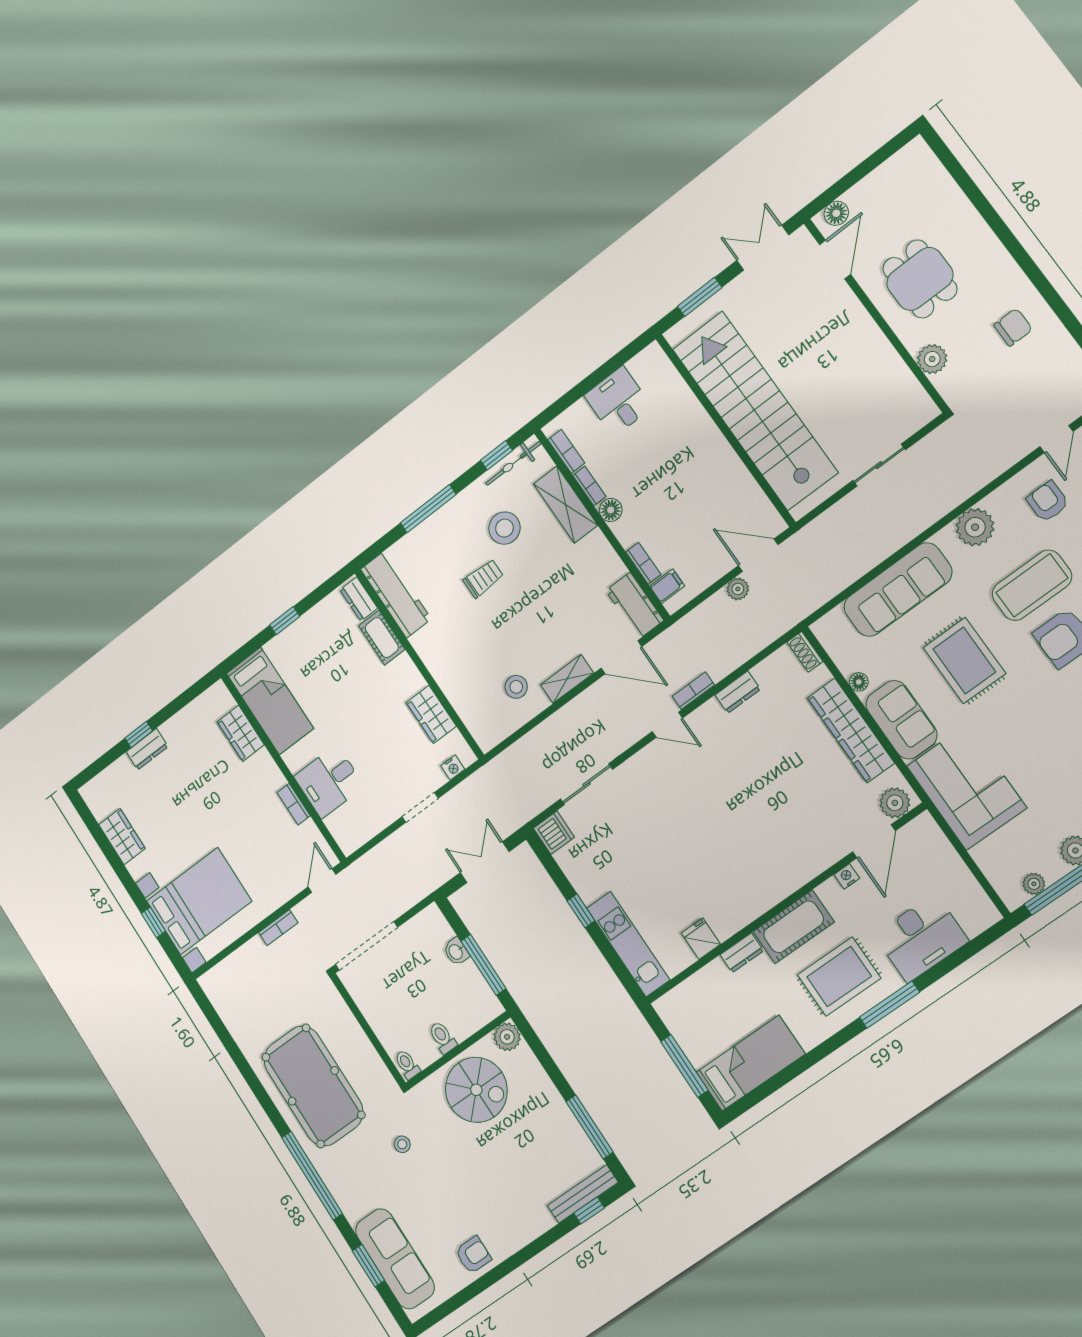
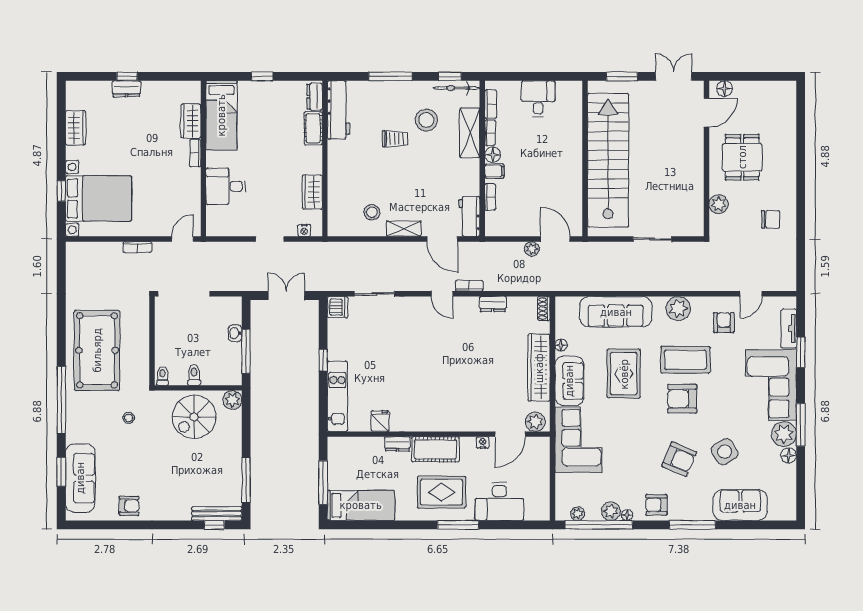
filing cabinet: (667, 586) -> (495, 171), moved
bookcase: (294, 804) -> (195, 153), moved
spiral stairs: (476, 1090) -> (194, 417), turned 90

